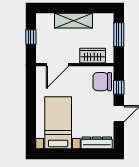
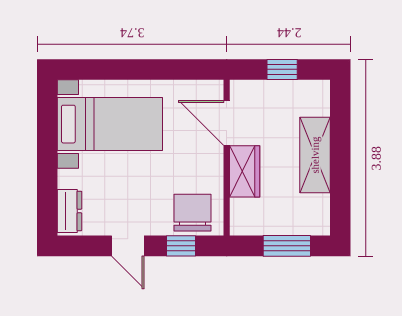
wardrobe: (93, 56) -> (245, 171), moved
dresser: (97, 143) -> (69, 211), width x0.70

